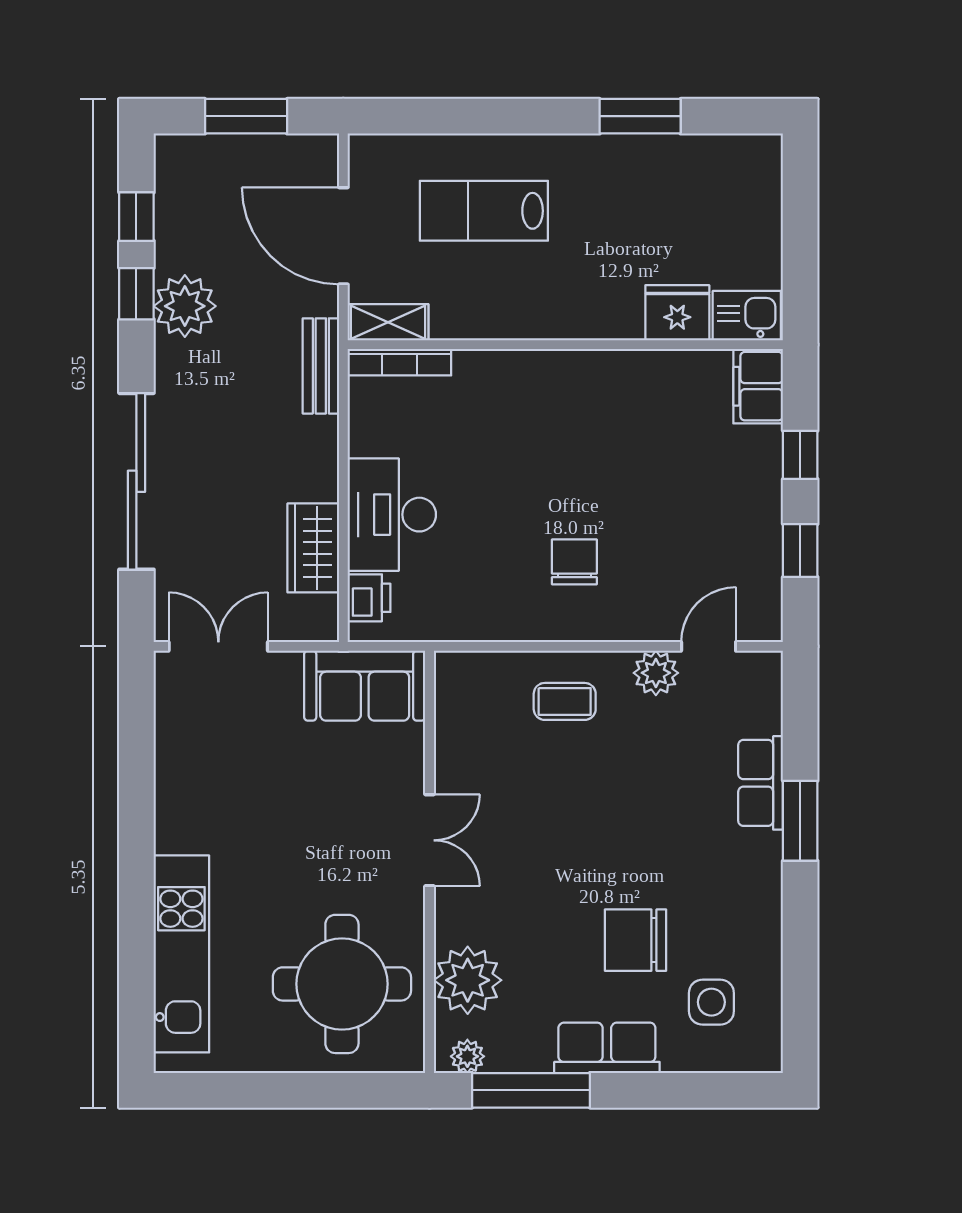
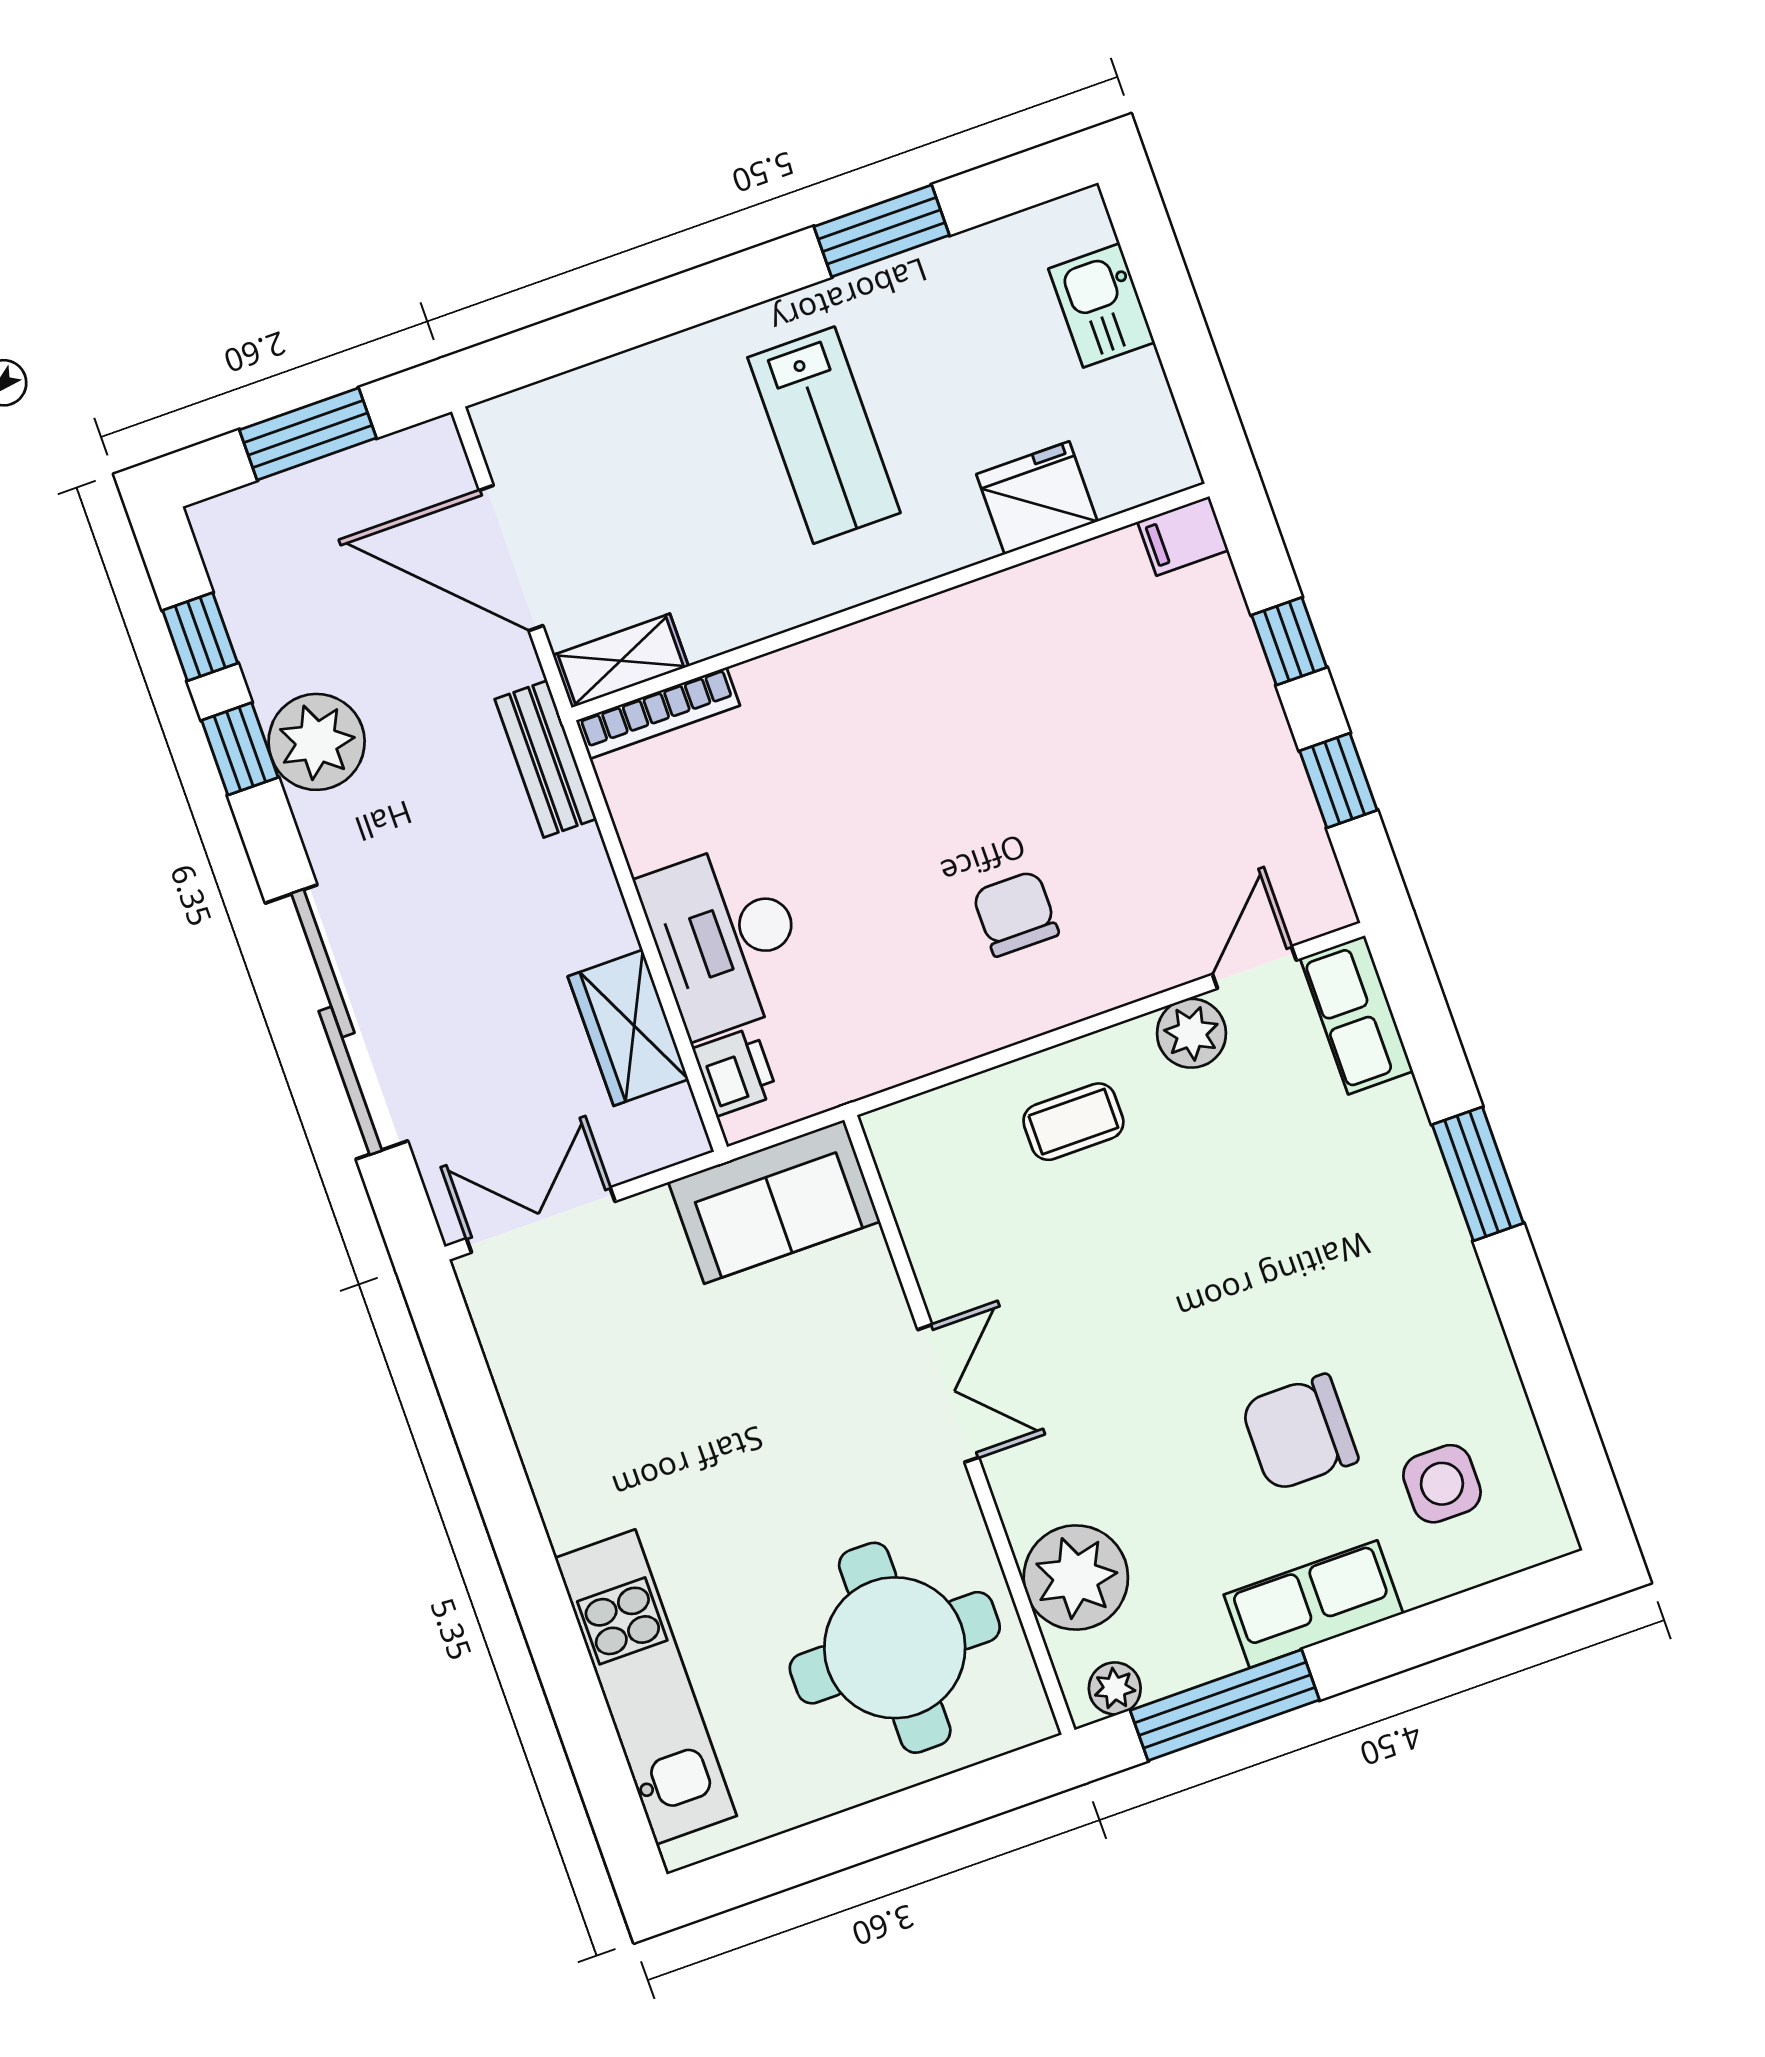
lab bench: (484, 211) -> (824, 435), moved, turned -90
kitchen sink: (747, 316) -> (1102, 305), moved, turned -90
filing cabinet: (758, 386) -> (1183, 536), width x0.50
row of seats: (761, 783) -> (1357, 1015), moved

